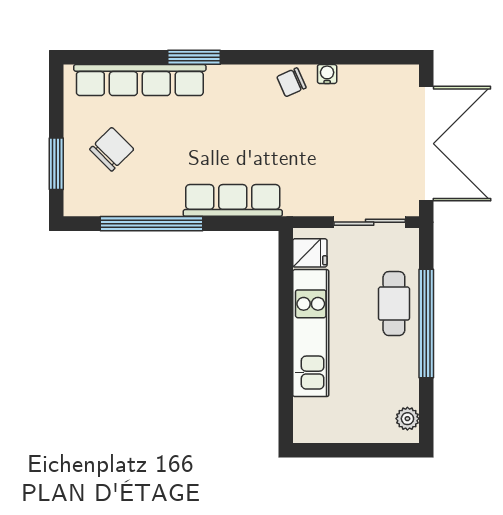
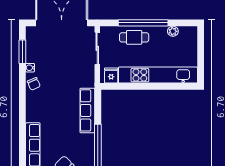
window: (194, 57) -> (22, 52), moved
kitchen unit: (311, 333) -> (158, 75), width x1.36
plant: (407, 419) -> (173, 31), moved

